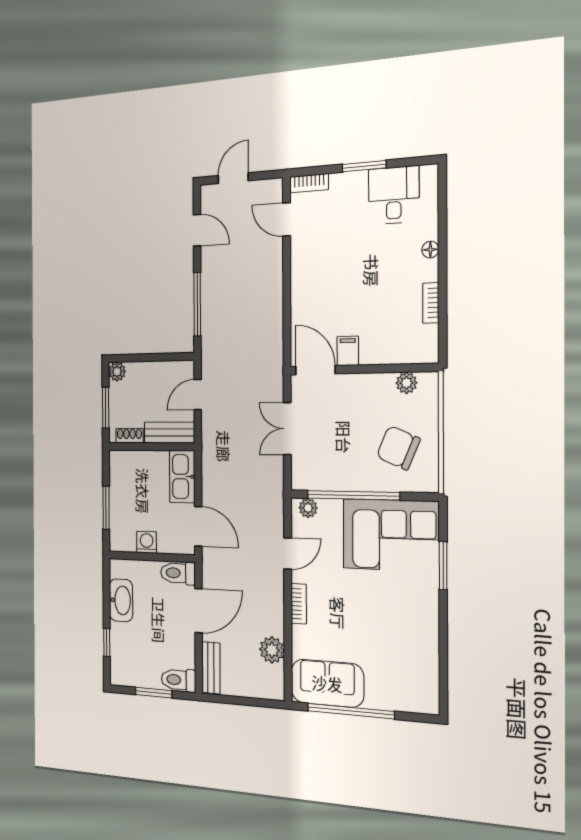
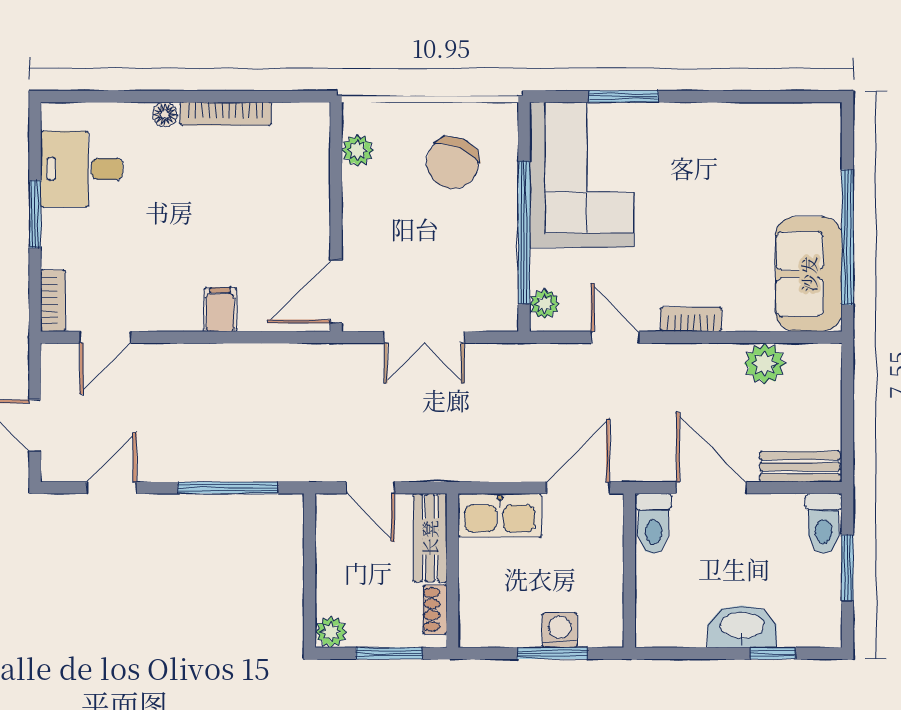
bookcase: (431, 303) -> (226, 114), width x1.56
filing cabinet: (348, 351) -> (220, 310), moved, turned 90
washing machine: (147, 542) -> (560, 630), moved, turned 90
washbasin: (121, 600) -> (742, 626), moved

